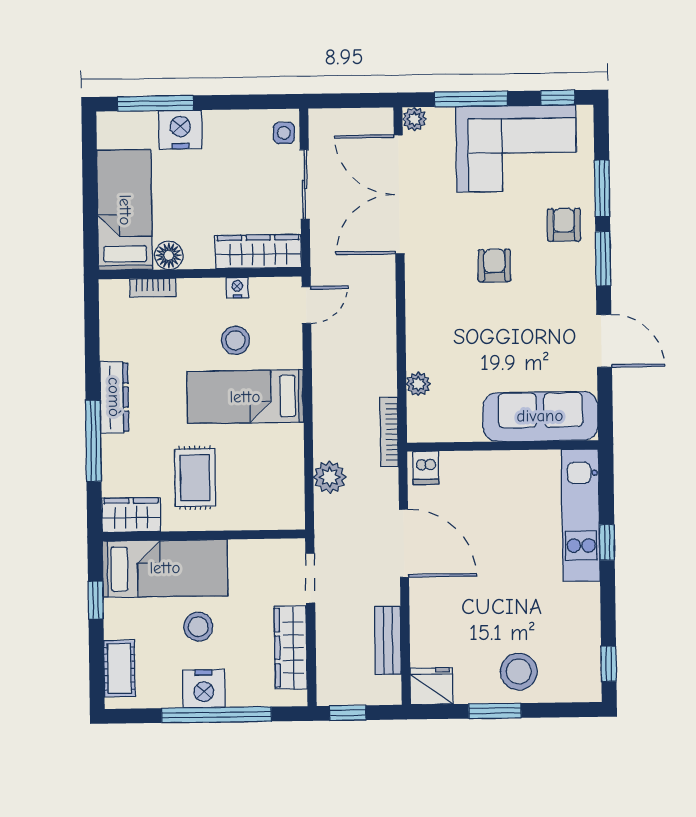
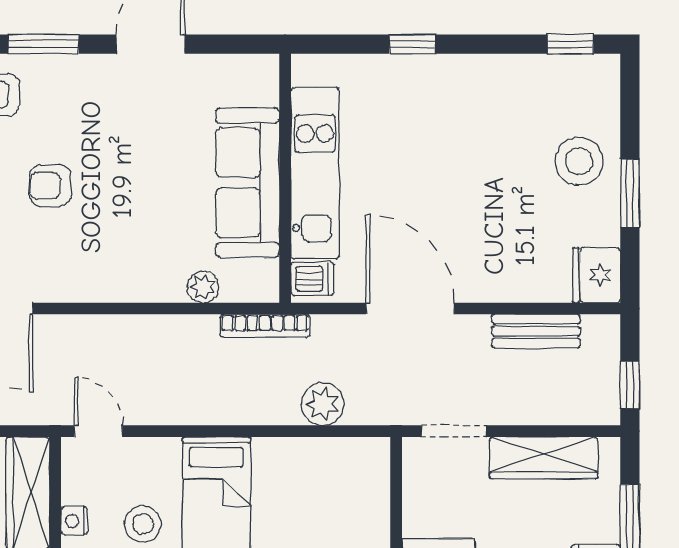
sofa: (540, 416) -> (248, 183), moved
kitchen unit: (581, 515) -> (315, 173), moved, turned -90
door: (404, 543) -> (410, 309), hinge flipped

